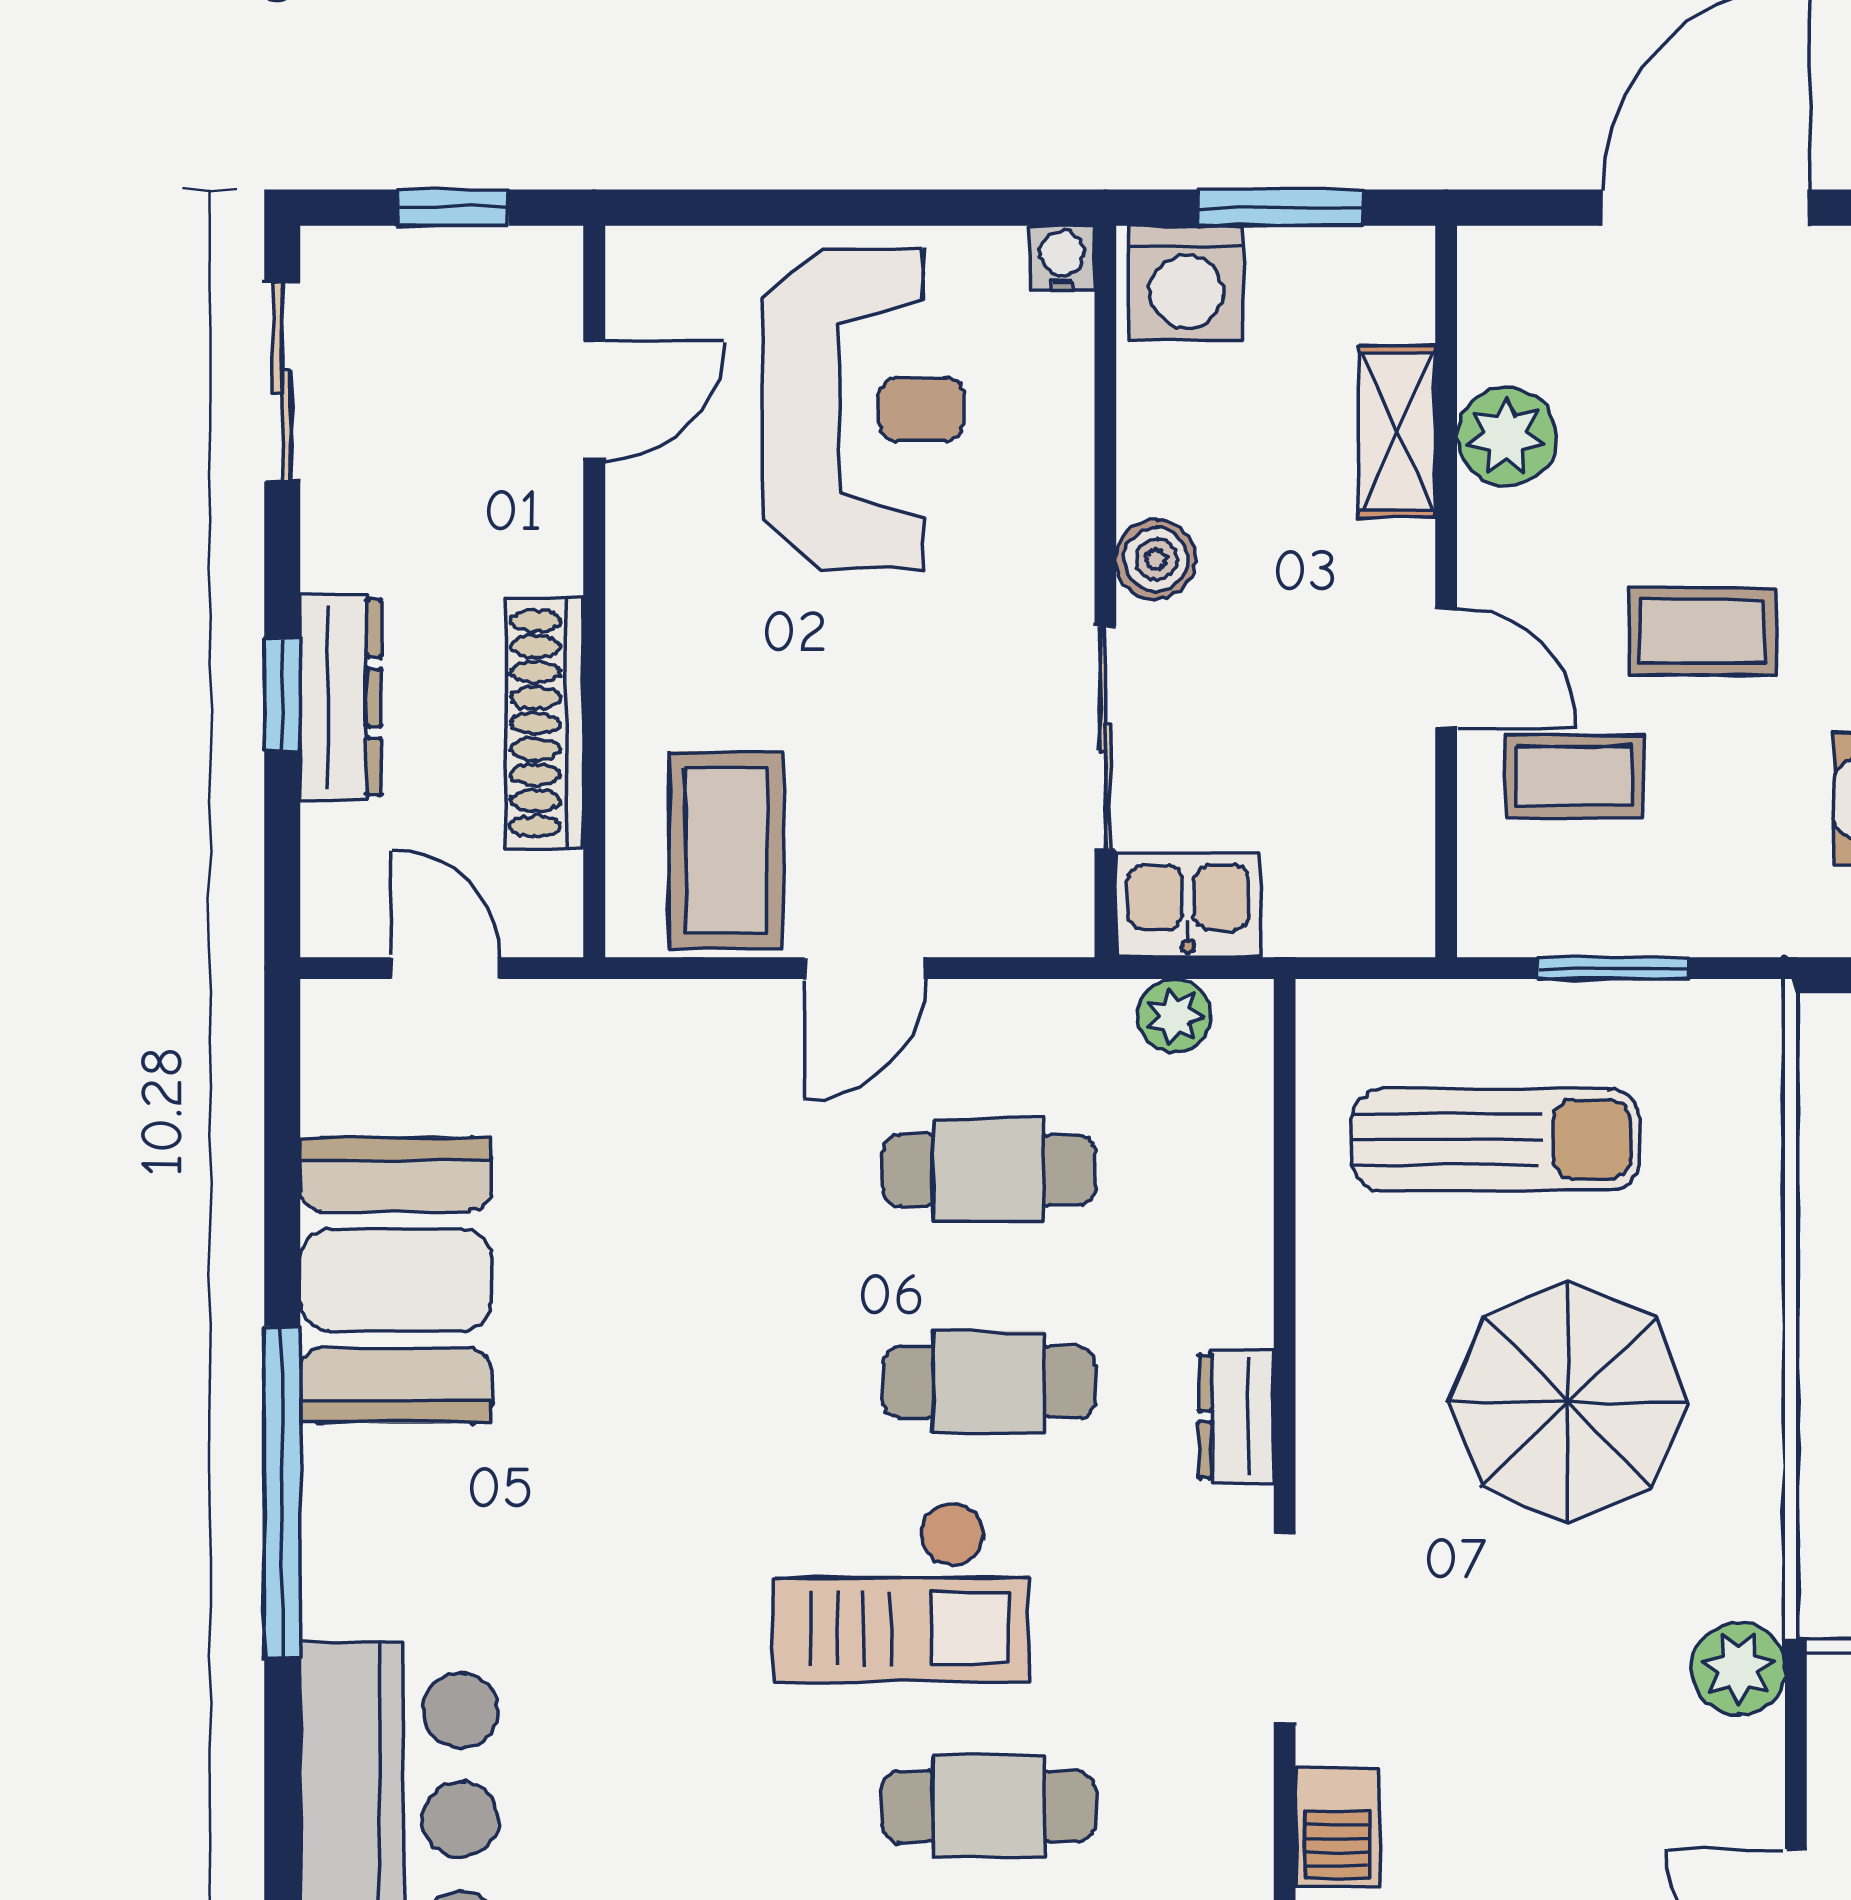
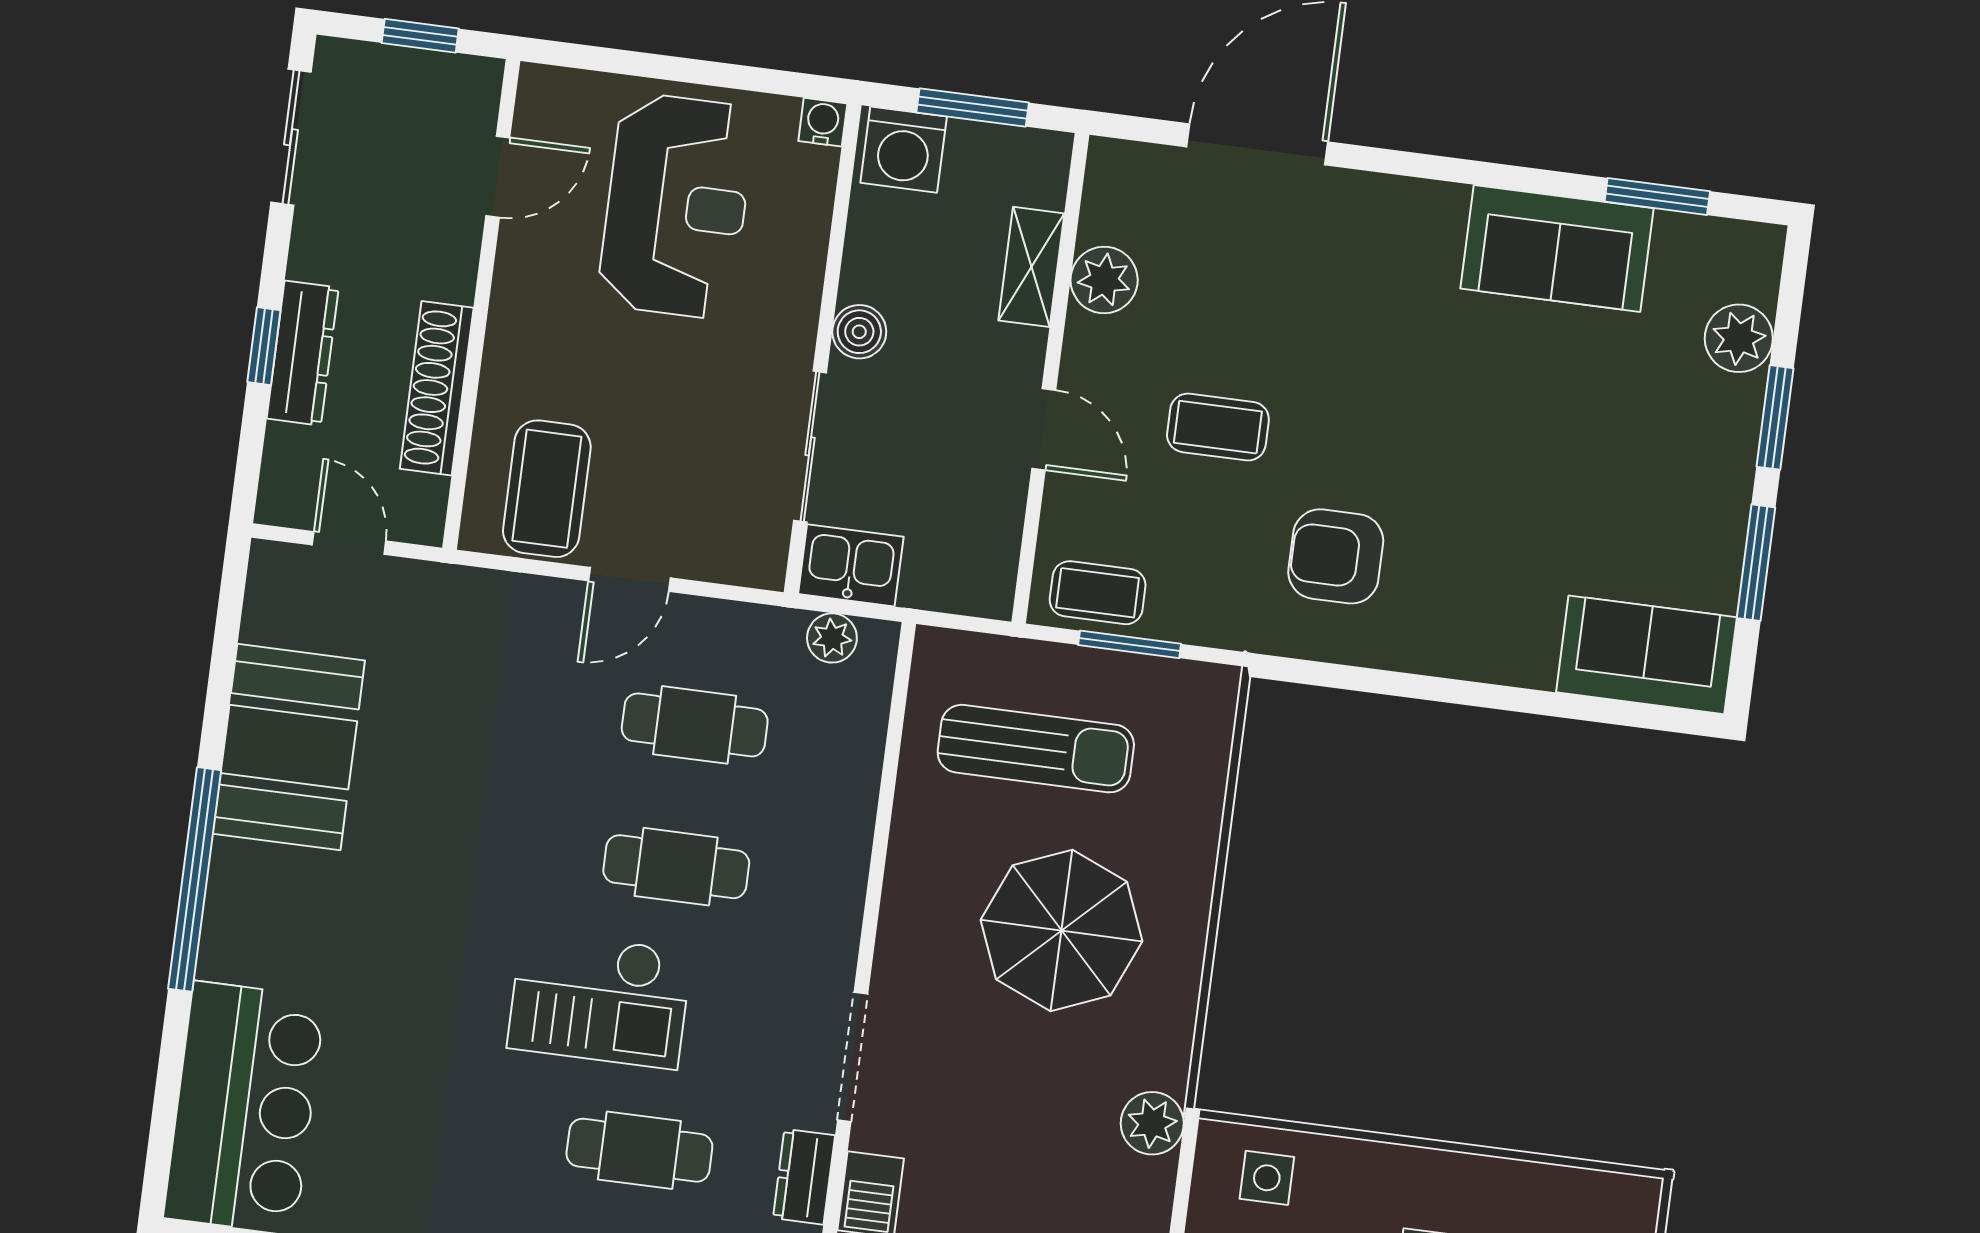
coffee table: (1574, 776) -> (1098, 593), moved
dresser: (1236, 1416) -> (804, 1177), moved

